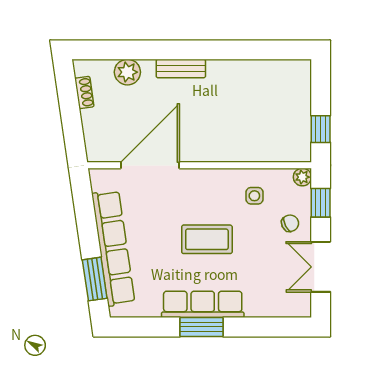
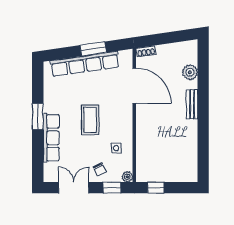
shoe rack: (84, 93) -> (146, 51), moved
window: (95, 279) -> (93, 49), moved
row of seats: (203, 304) -> (51, 138), moved

